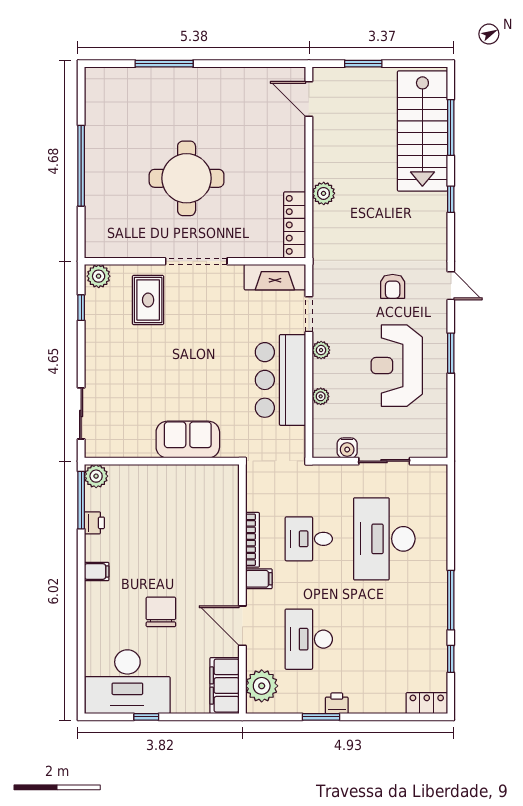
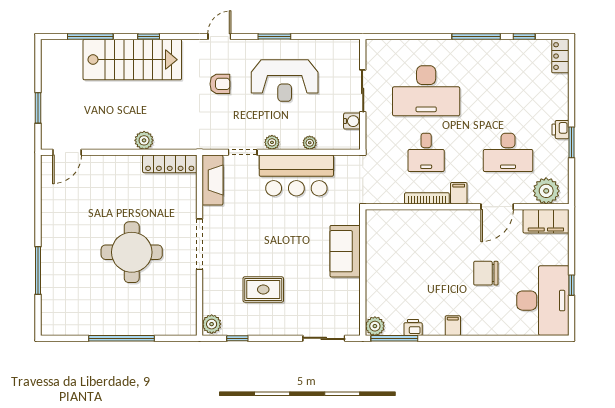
stairs: (422, 131) -> (132, 60), moved
rug: (148, 300) -> (263, 289), moved

